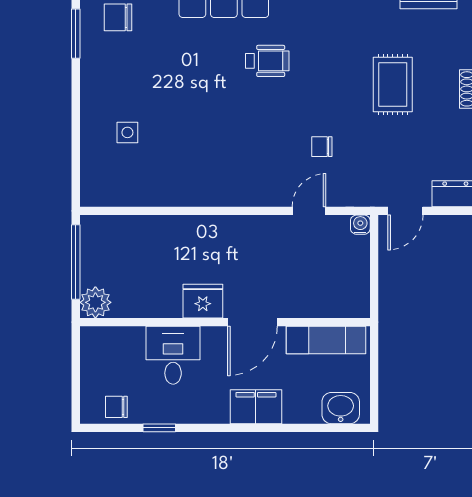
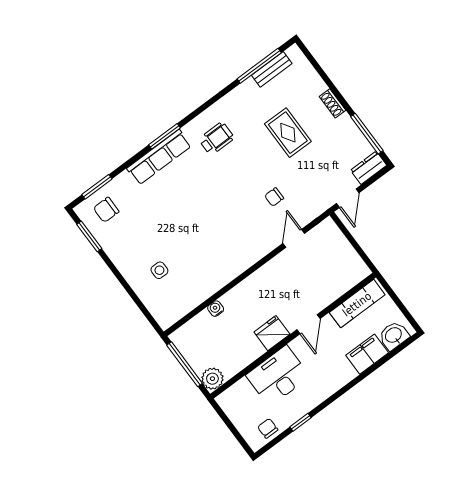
wheelchair: (267, 61) -> (216, 139), moved
water cooler: (360, 225) -> (216, 309), moved
door: (252, 322) -> (308, 324), width x0.73
desk: (173, 355) -> (278, 376), width x1.37
chair: (116, 407) -> (268, 428), turned 90
filing cabinet: (256, 407) -> (367, 354), moved

